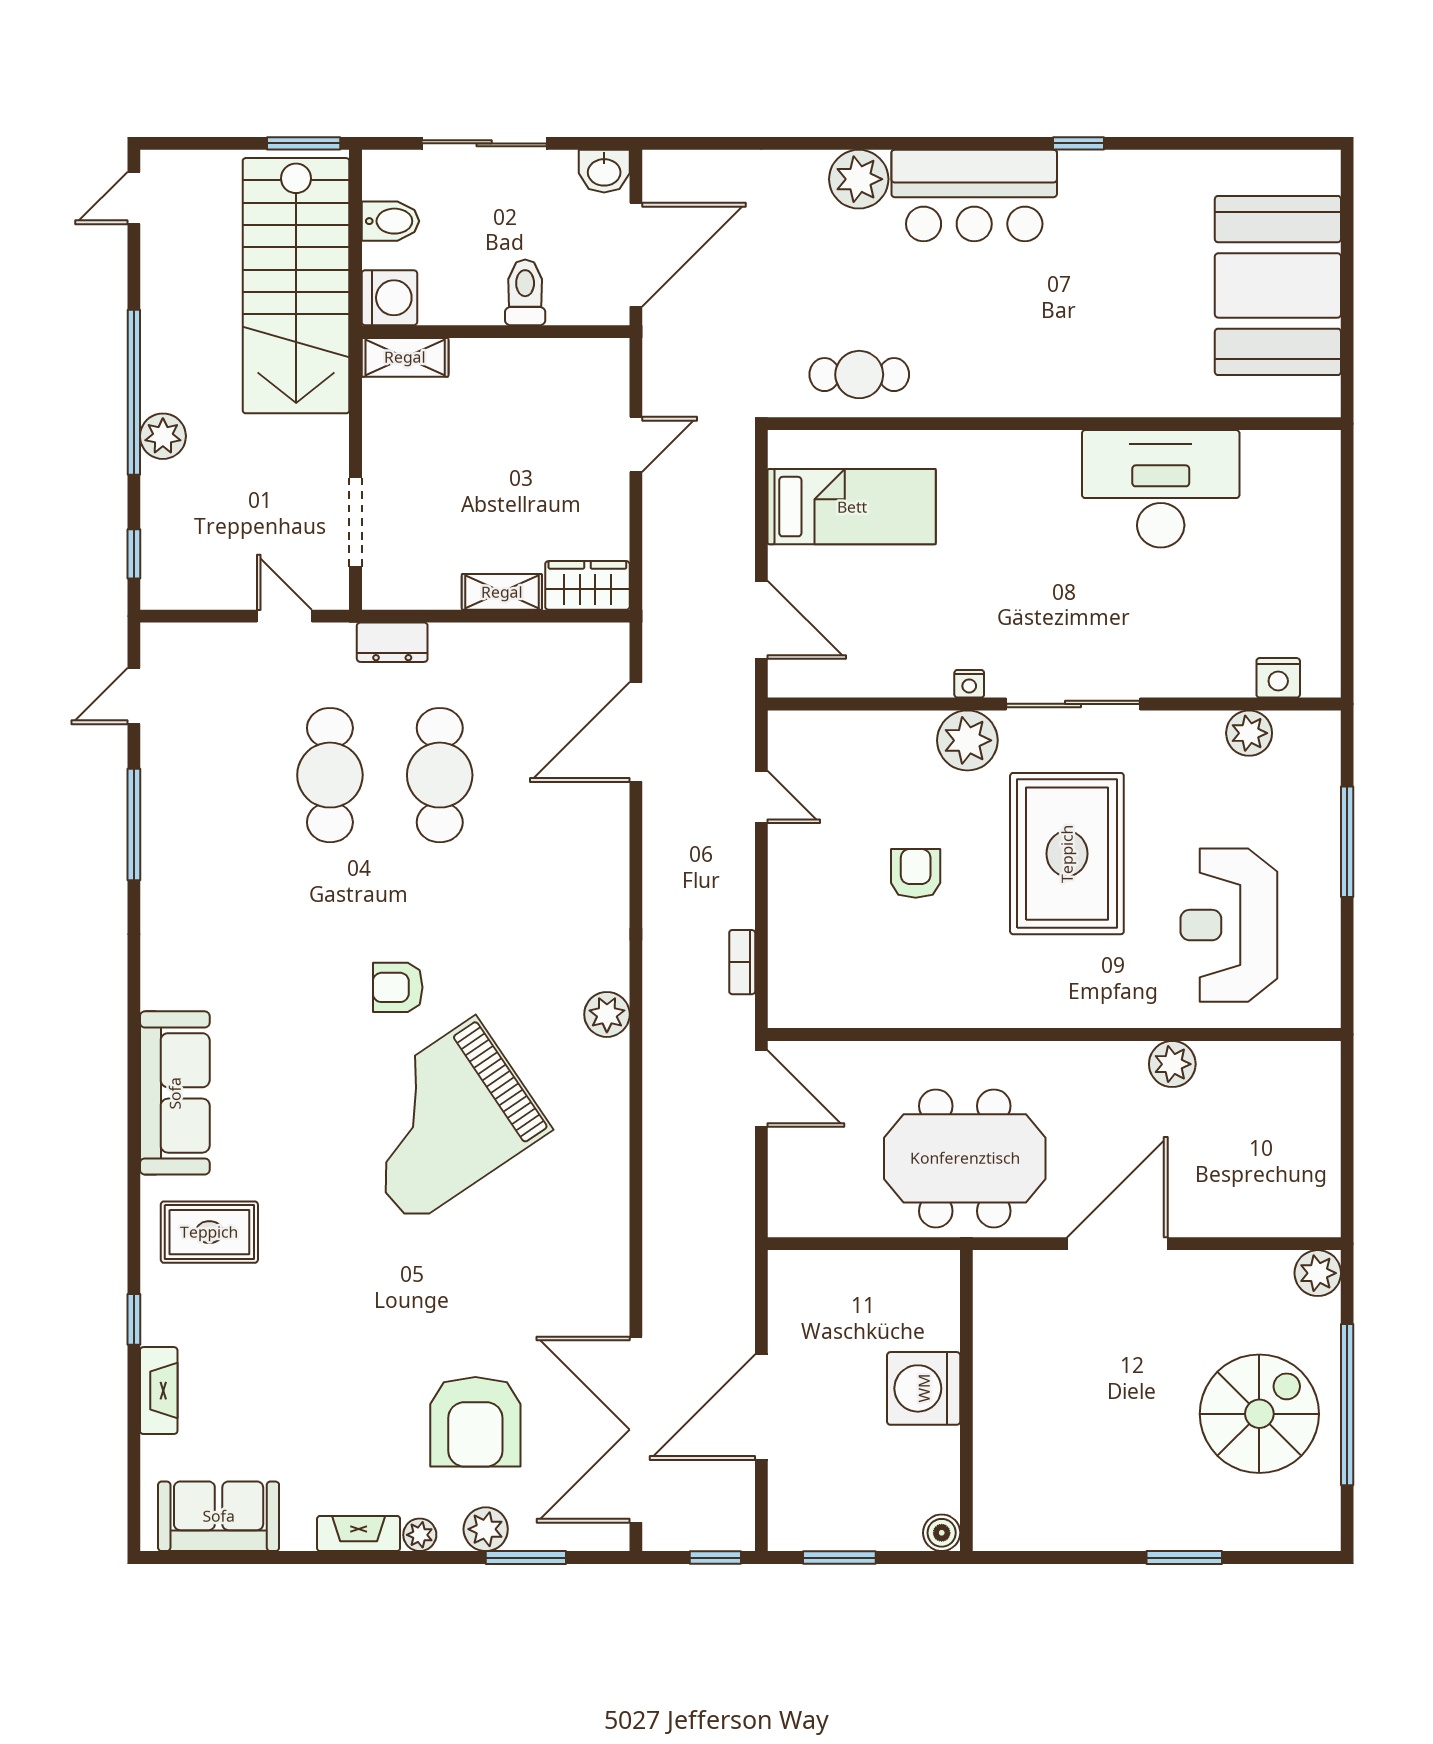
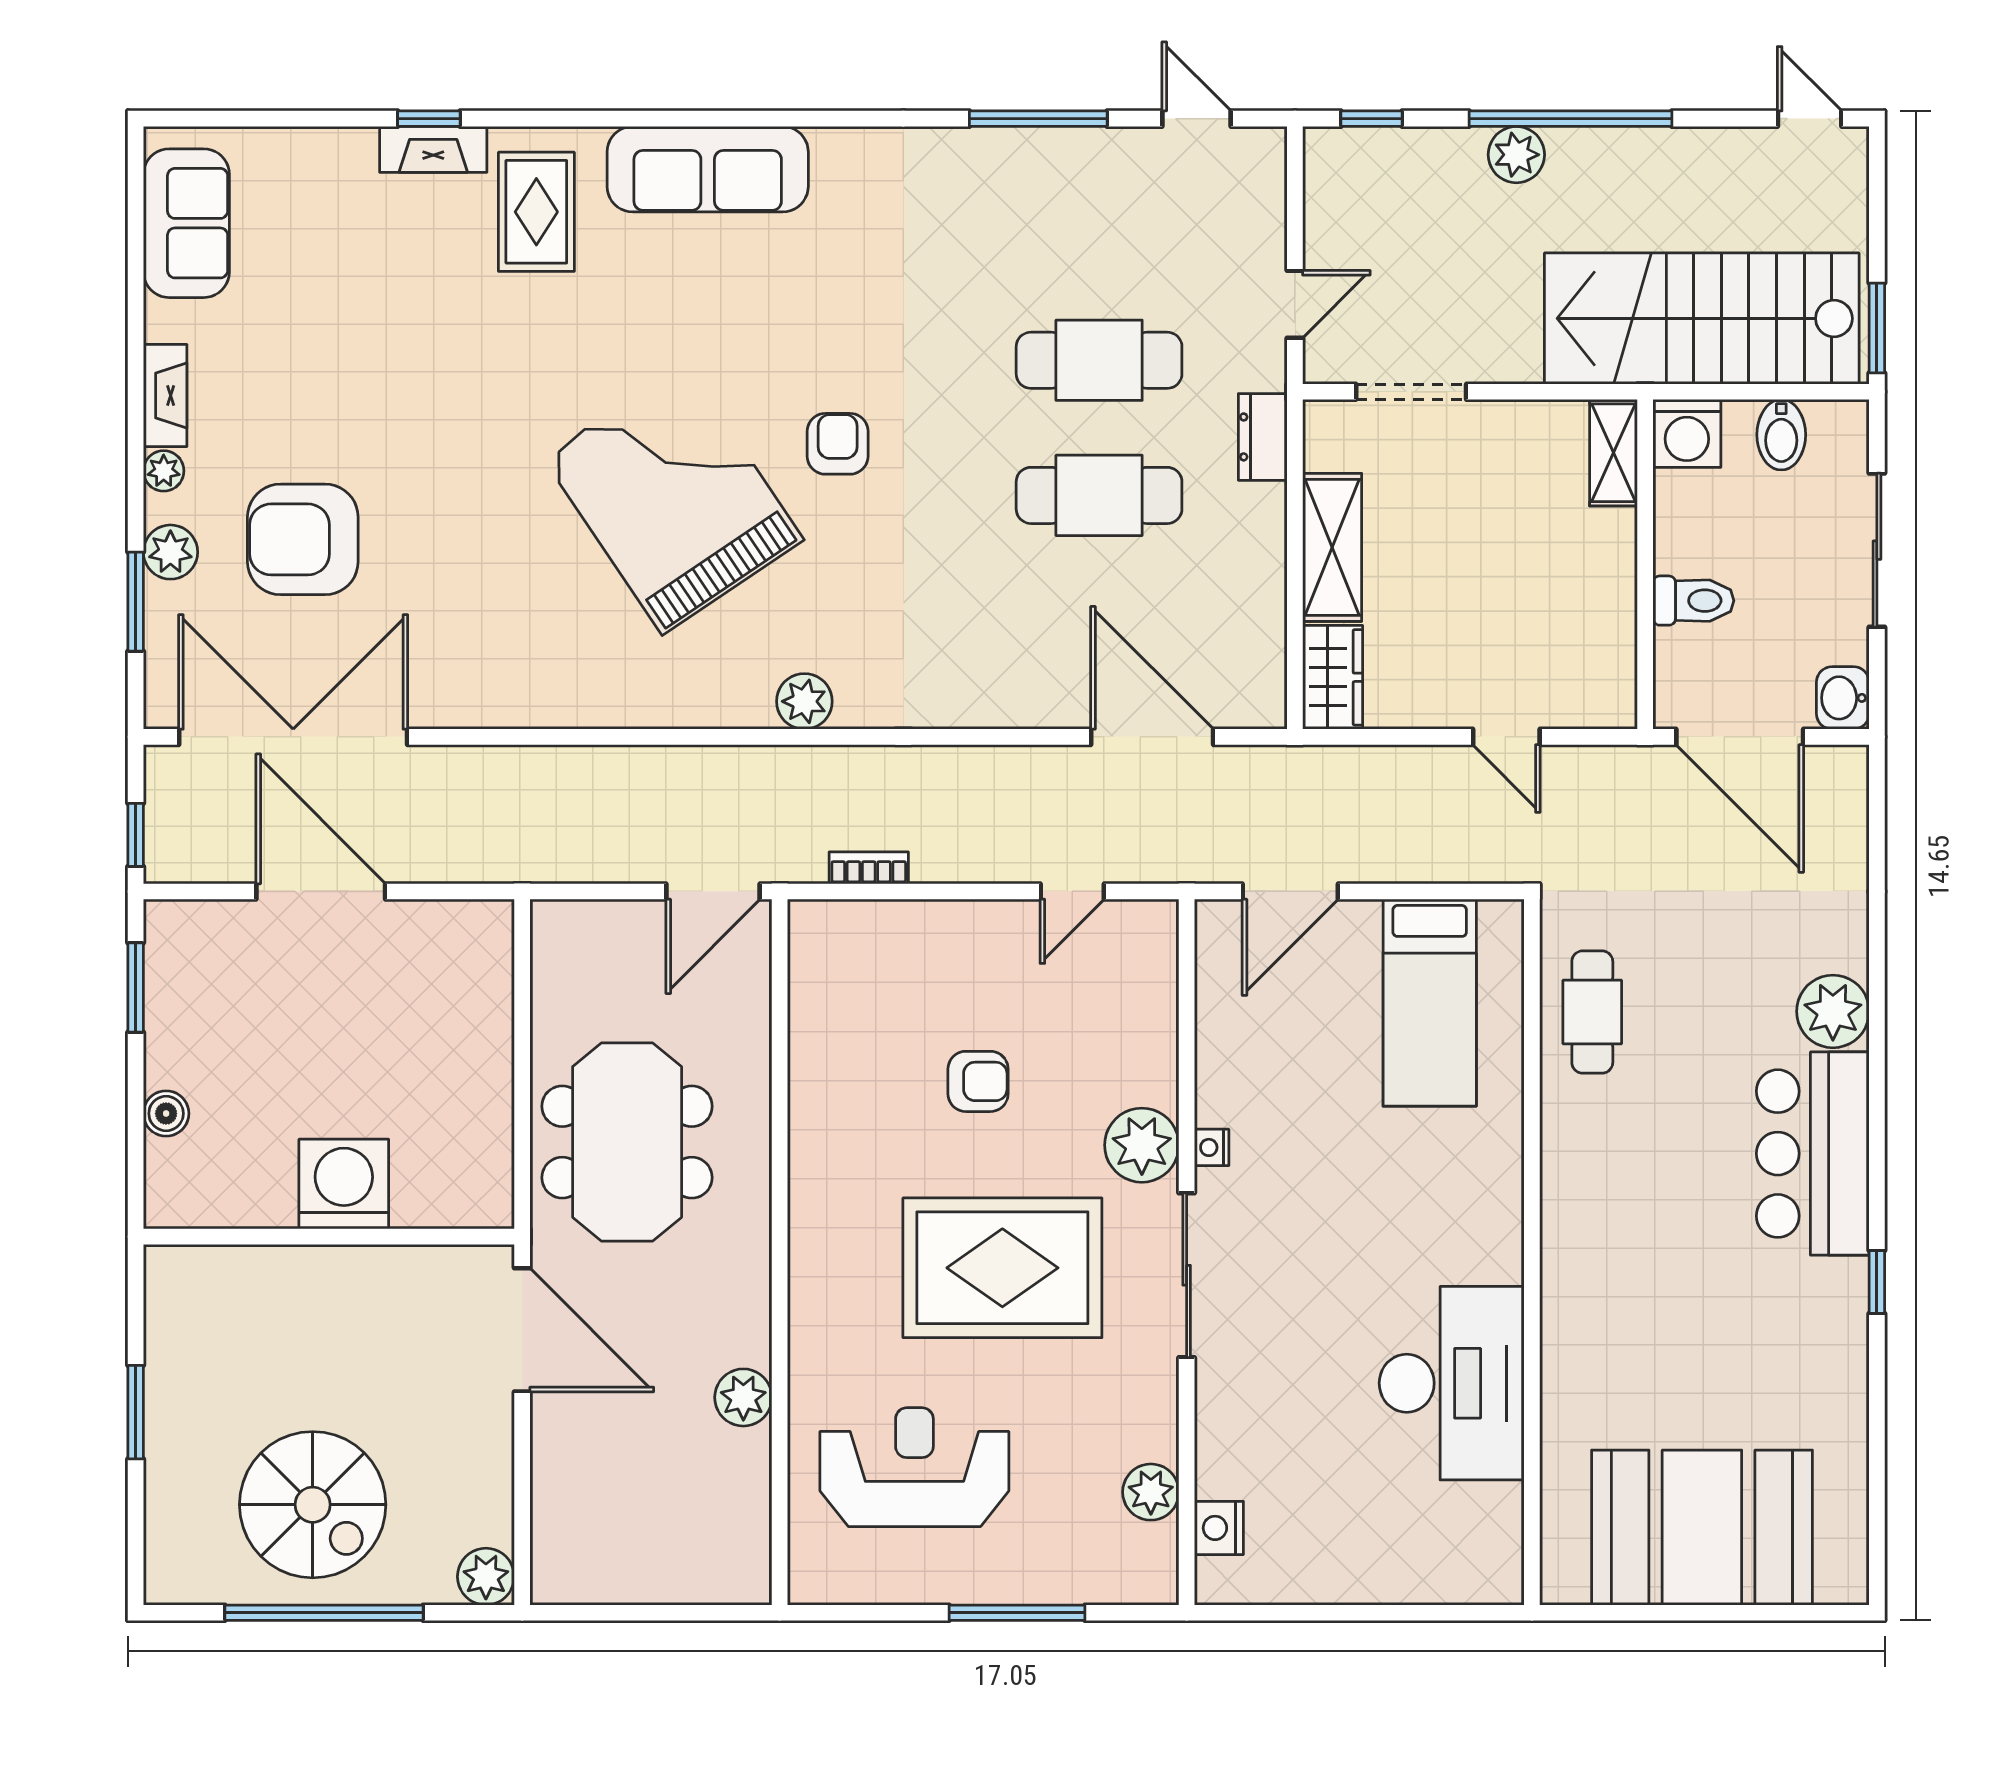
shelving: (502, 592) -> (1332, 547), width x1.50, depth x1.33
washing machine: (924, 1388) -> (344, 1184), moved
fireplace: (159, 1391) -> (433, 149), moved
wall: (966, 1401) -> (329, 1237), moved

